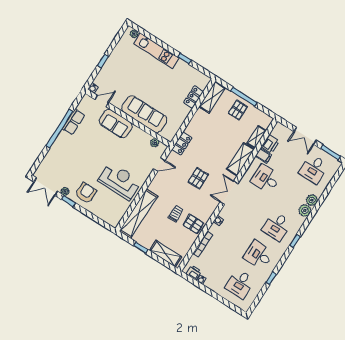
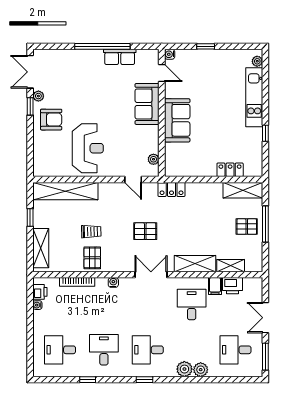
sofa: (144, 114) -> (177, 120), width x0.73

